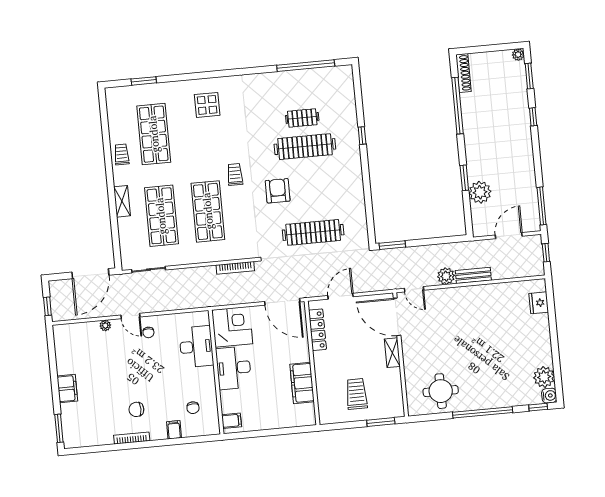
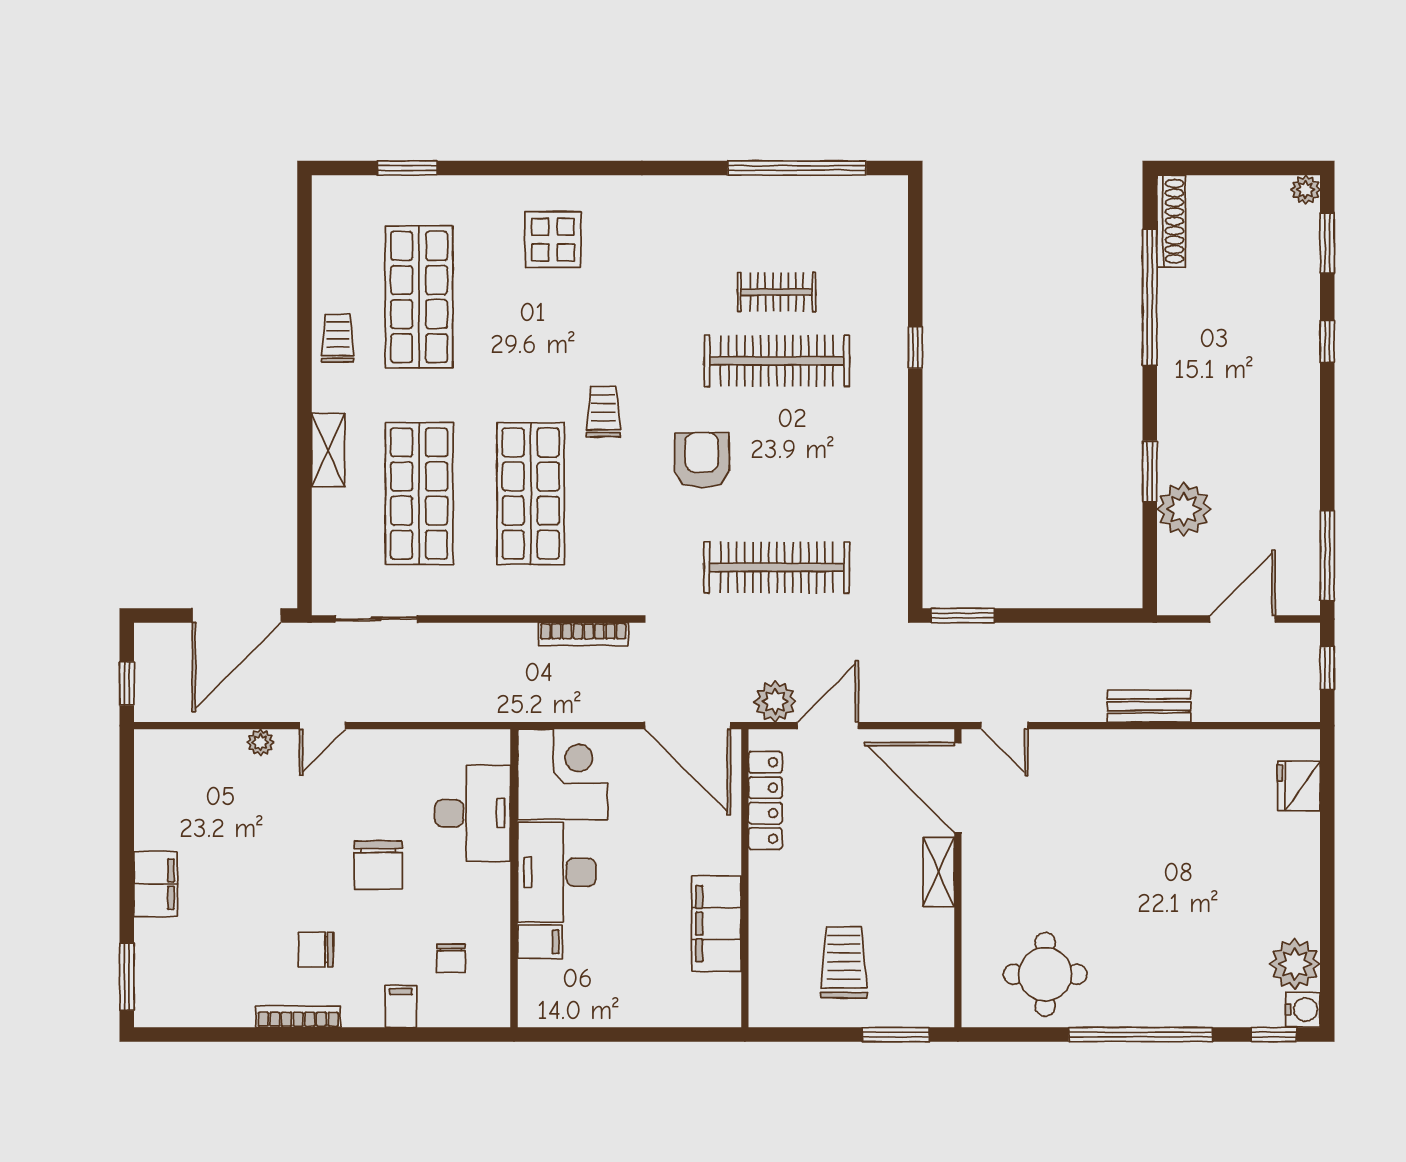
plant: (446, 276) -> (775, 701), moved
door: (130, 316) -> (323, 726), hinge flipped
chair: (148, 332) -> (378, 865), moved, width x1.87, depth x1.87
filing cabinet: (232, 421) -> (540, 942), moved

